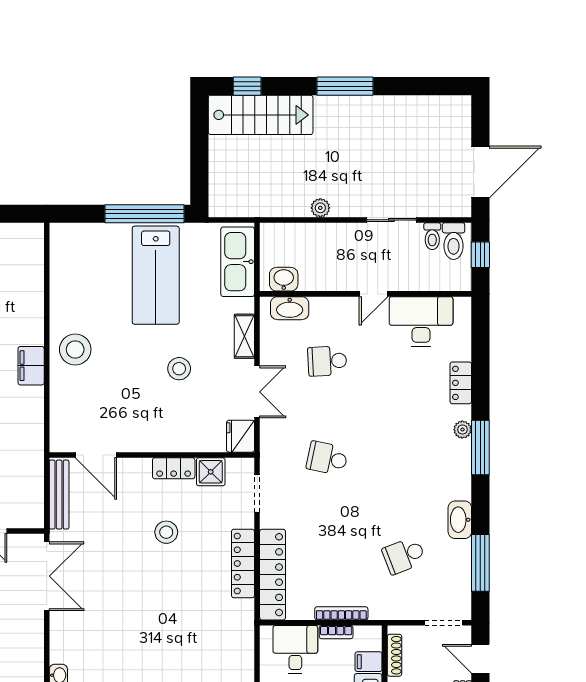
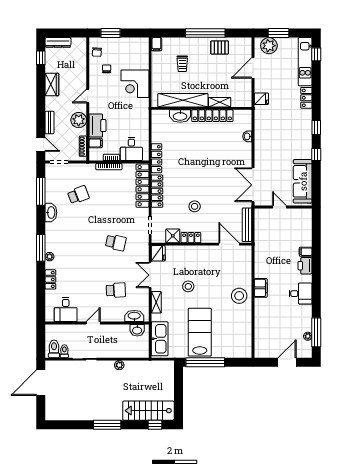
window: (480, 255) -> (41, 342), removed
desk: (421, 321) -> (66, 310), width x0.73
locker: (244, 631) -> (156, 158), added

